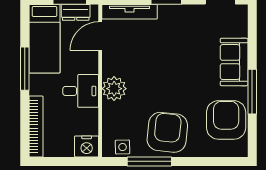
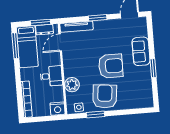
window: (25, 69) -> (15, 46), moved
plant: (114, 89) -> (72, 85), moved
window: (252, 92) -> (153, 68), width x0.69
armchair: (226, 120) -> (111, 66), moved, turned 90
window: (149, 161) -> (96, 114), width x0.69

